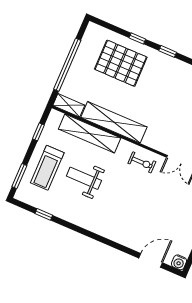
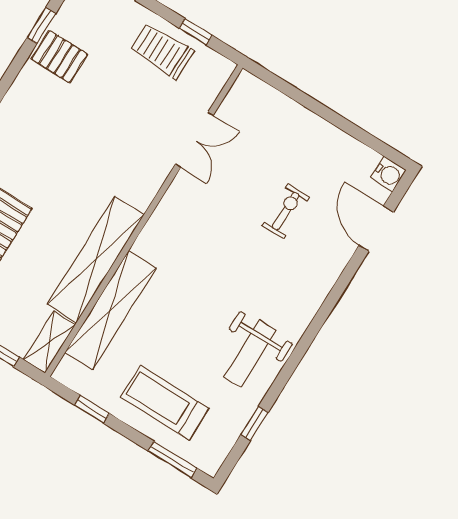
exercise bike: (142, 162) -> (286, 211), moved
treadmill: (47, 168) -> (165, 403), turned 180
weight bench: (84, 178) -> (250, 354), moved

